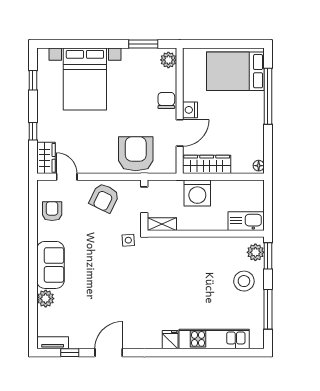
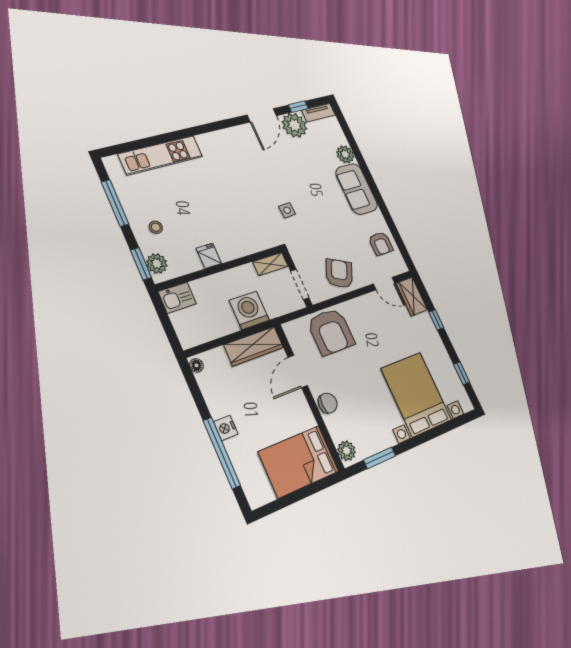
bed: (235, 71) -> (299, 462), moved, turned 180
chair: (166, 100) -> (328, 403), turned -90
nightstand: (190, 110) -> (226, 428), moved, turned 180
kitchen sink: (246, 221) -> (177, 298), width x0.73
side table: (128, 240) -> (287, 210), moved
stool: (244, 281) -> (156, 227), width x0.53, depth x0.53
plant: (82, 337) -> (294, 125), added
fridge: (170, 340) -> (209, 256), moved, turned 180

